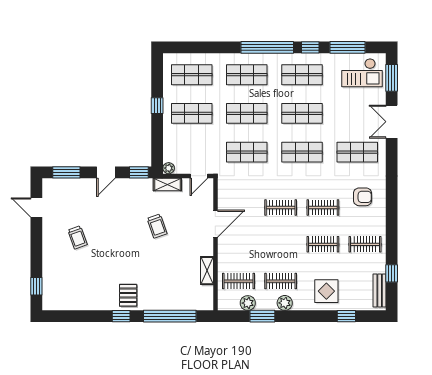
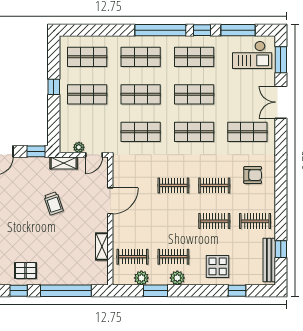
plant: (169, 168) -> (79, 147), moved
bench: (380, 291) -> (269, 260), width x1.36
pallet: (128, 295) -> (26, 270), turned 90

